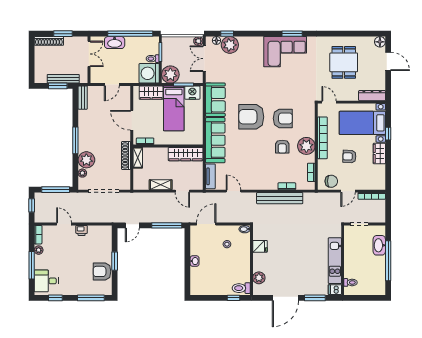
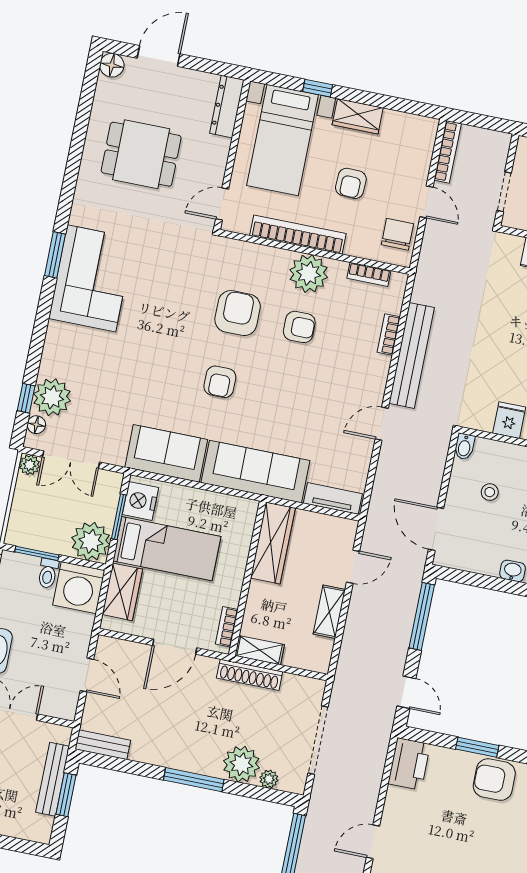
armchair: (251, 117) -> (220, 382), width x0.53, depth x0.53
door: (233, 191) -> (382, 424), moved
printer: (82, 230) -> (409, 764), moved, width x1.87, depth x1.48
armchair: (102, 271) -> (494, 780), turned 90

